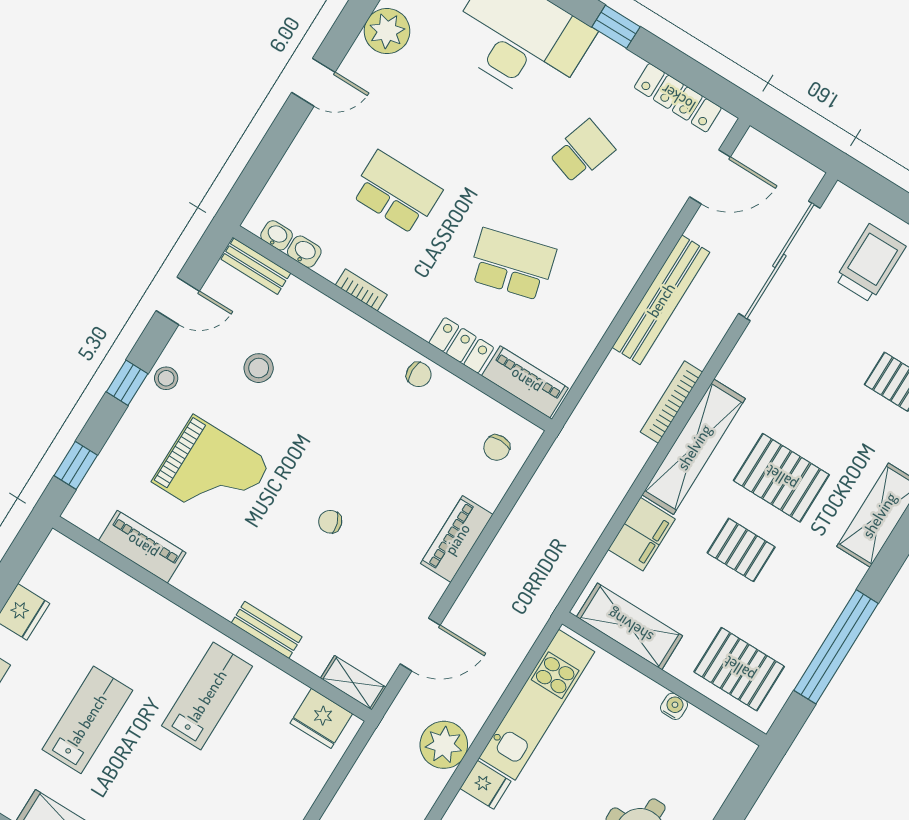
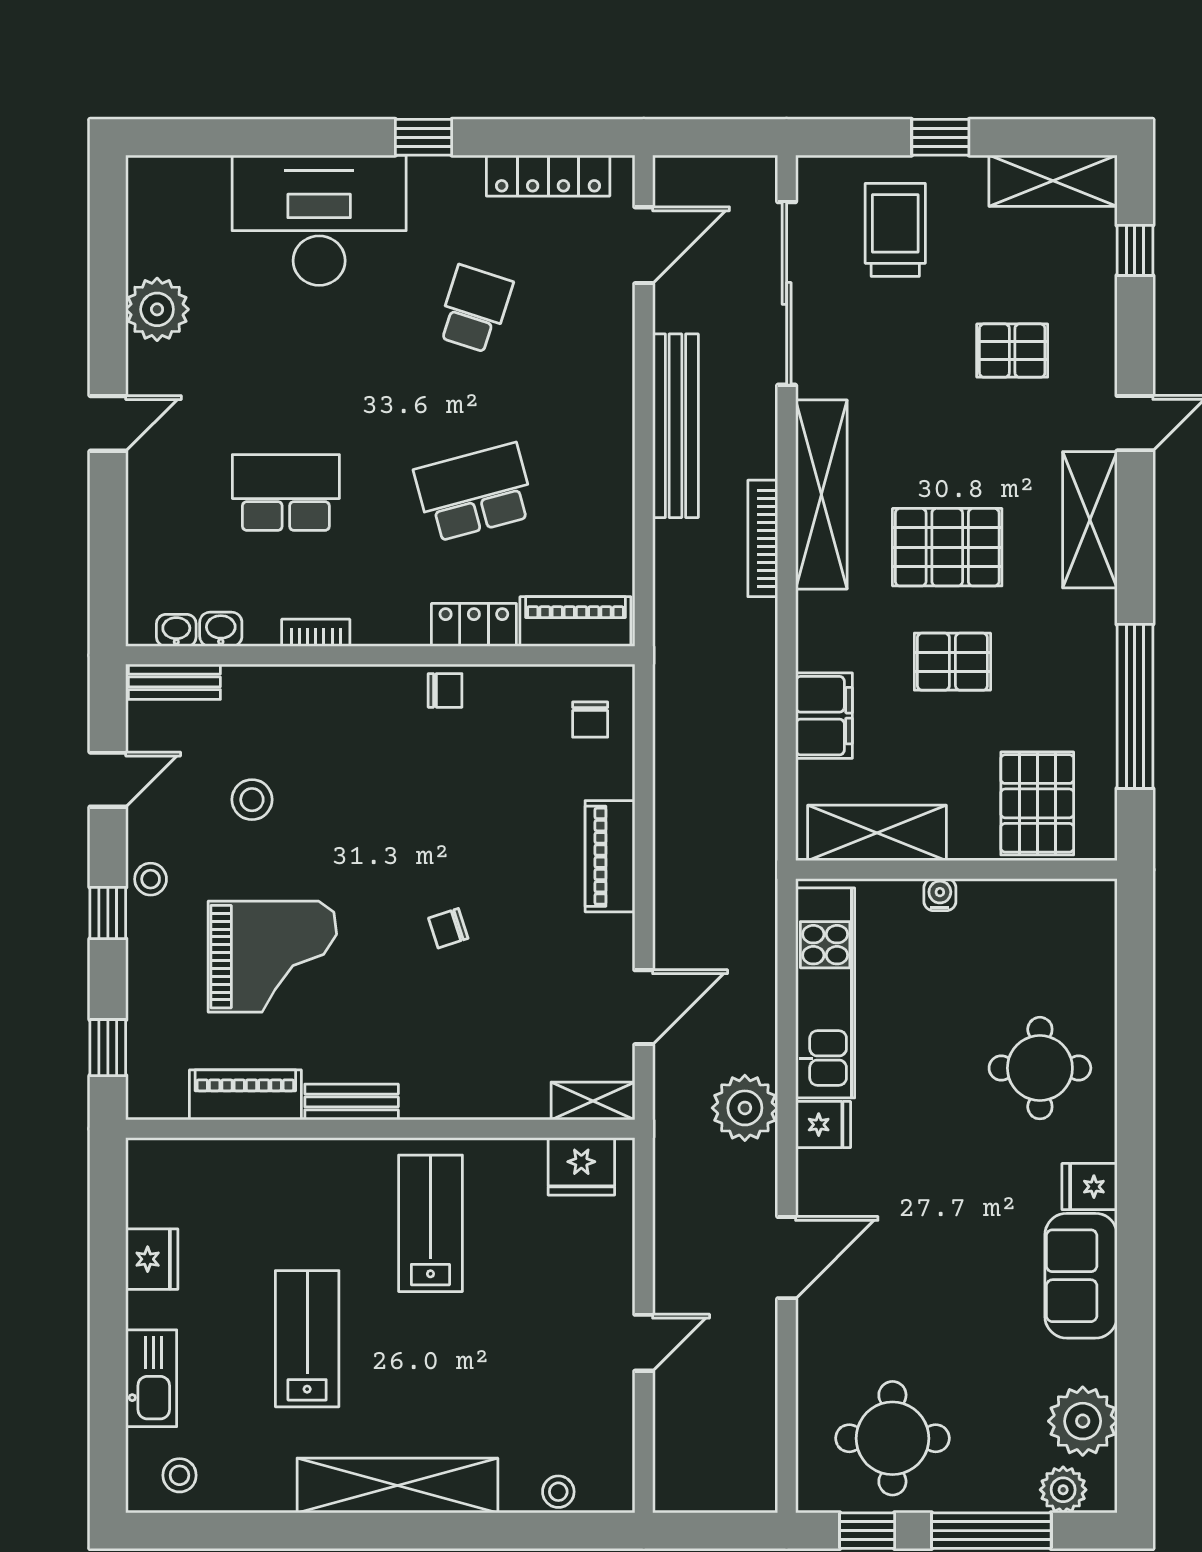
shelving: (694, 447) -> (821, 494), moved
bench: (267, 630) -> (352, 1102), moved
pallet: (739, 669) -> (1037, 803), turned 90
water cooler: (674, 706) -> (940, 895), moved

